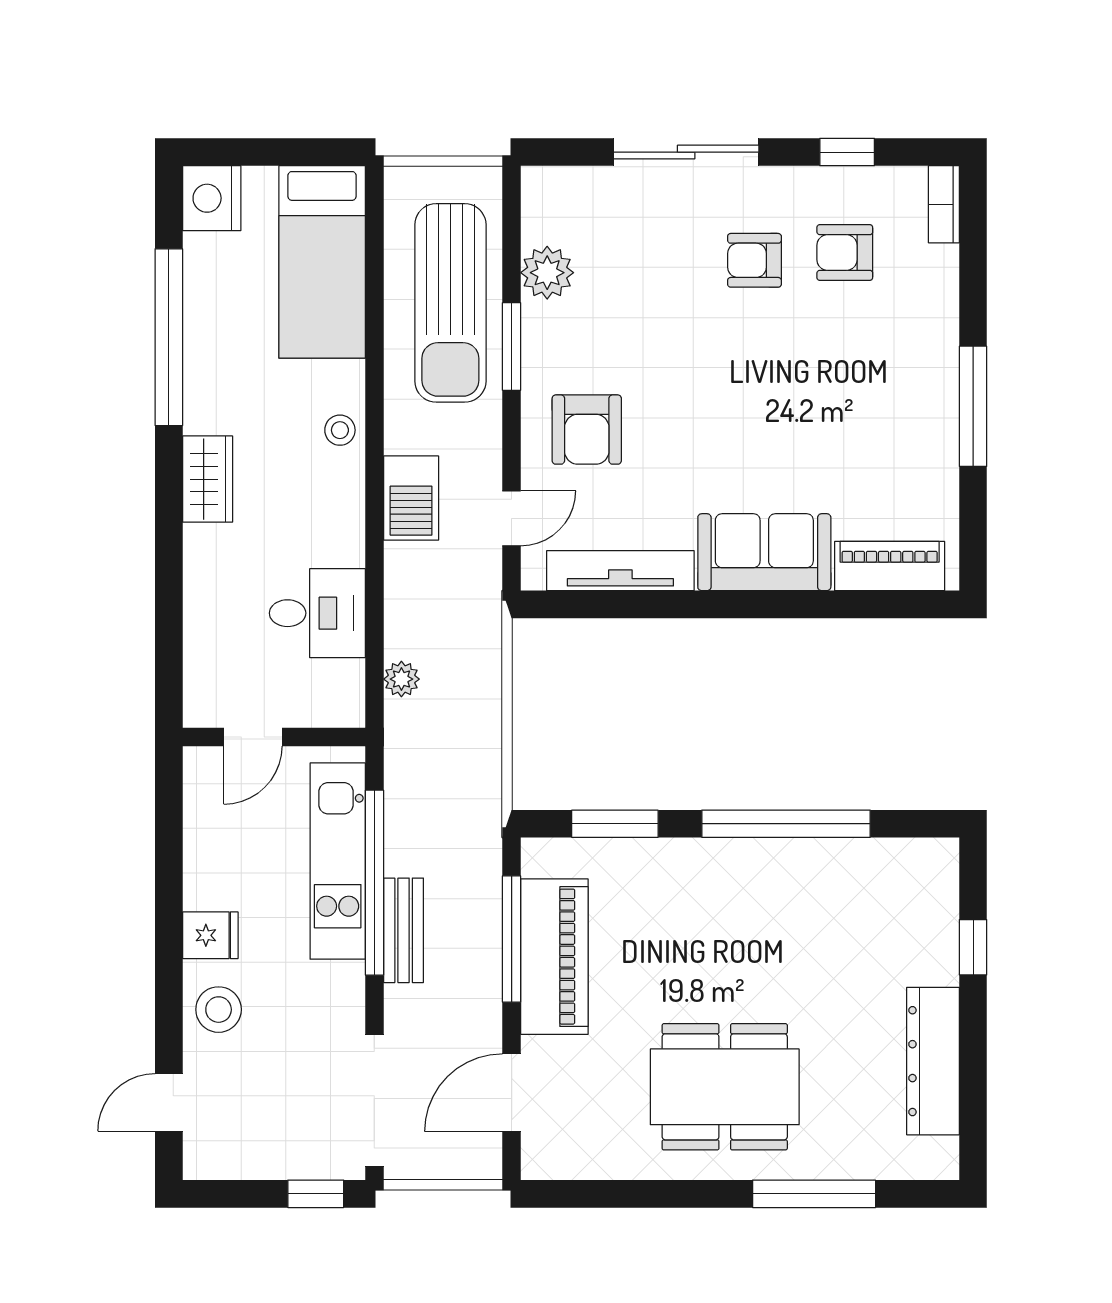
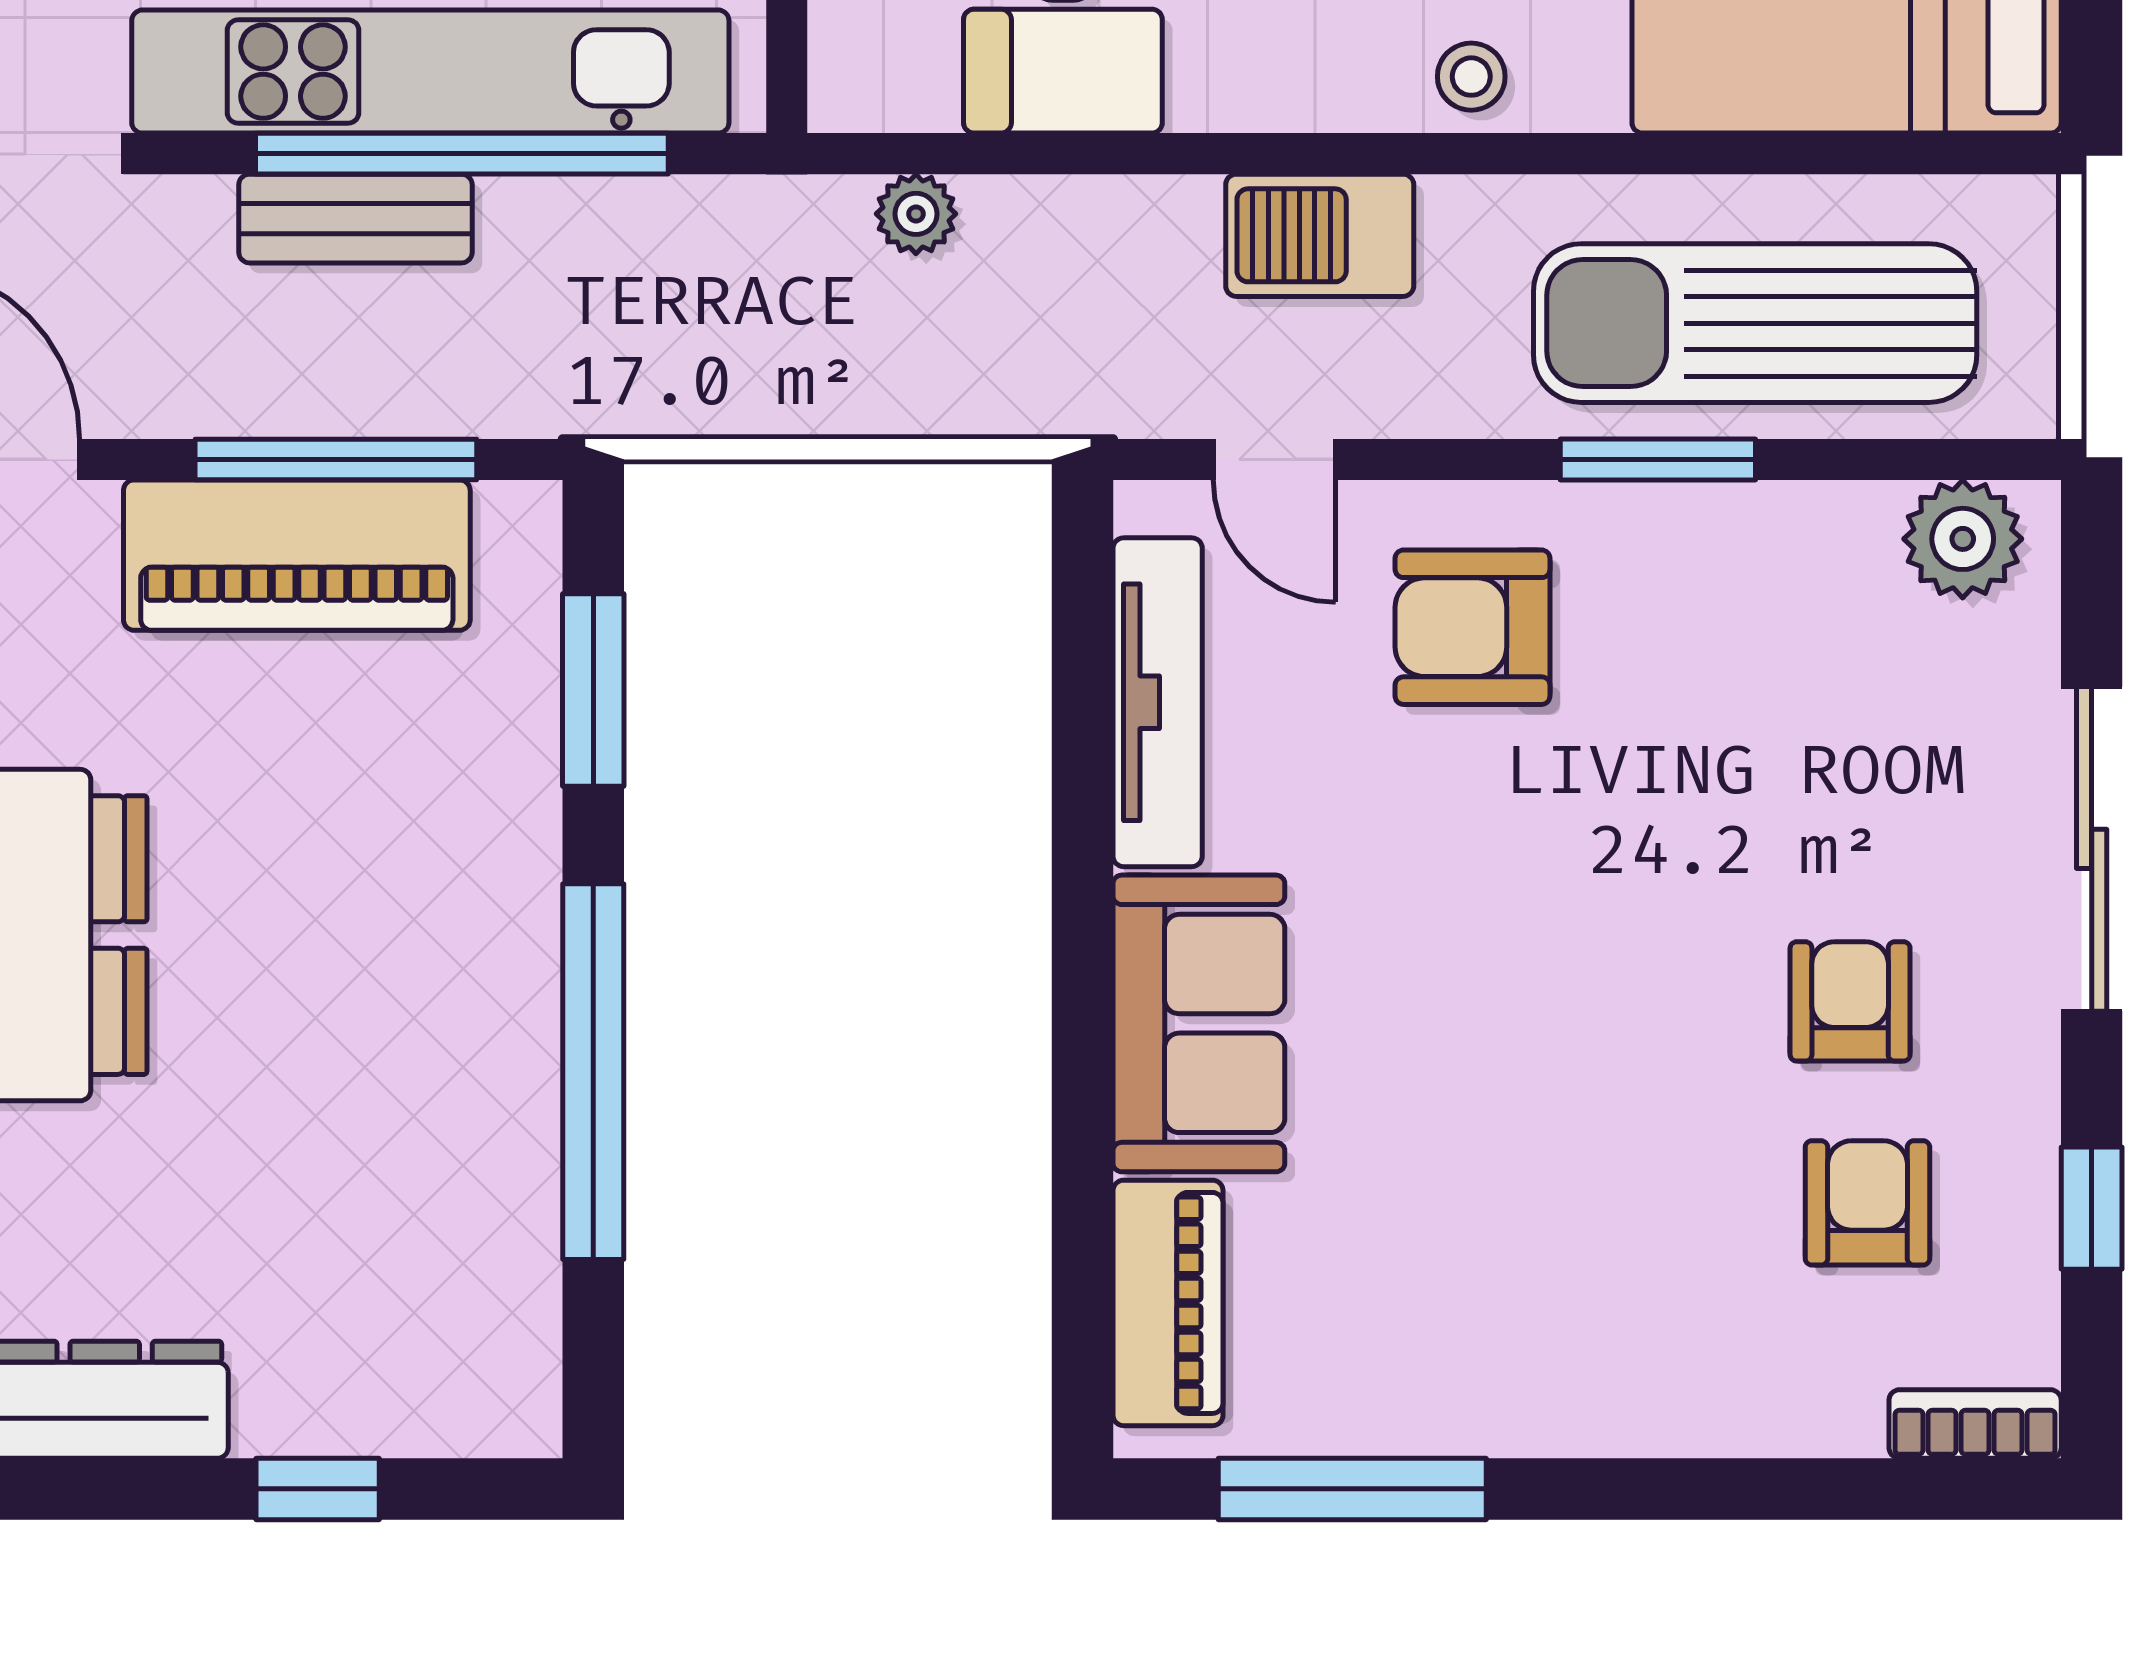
plant: (547, 273) -> (1963, 539), moved
window: (973, 406) -> (1352, 1489), moved
kitchen unit: (338, 861) -> (430, 72), width x1.36

